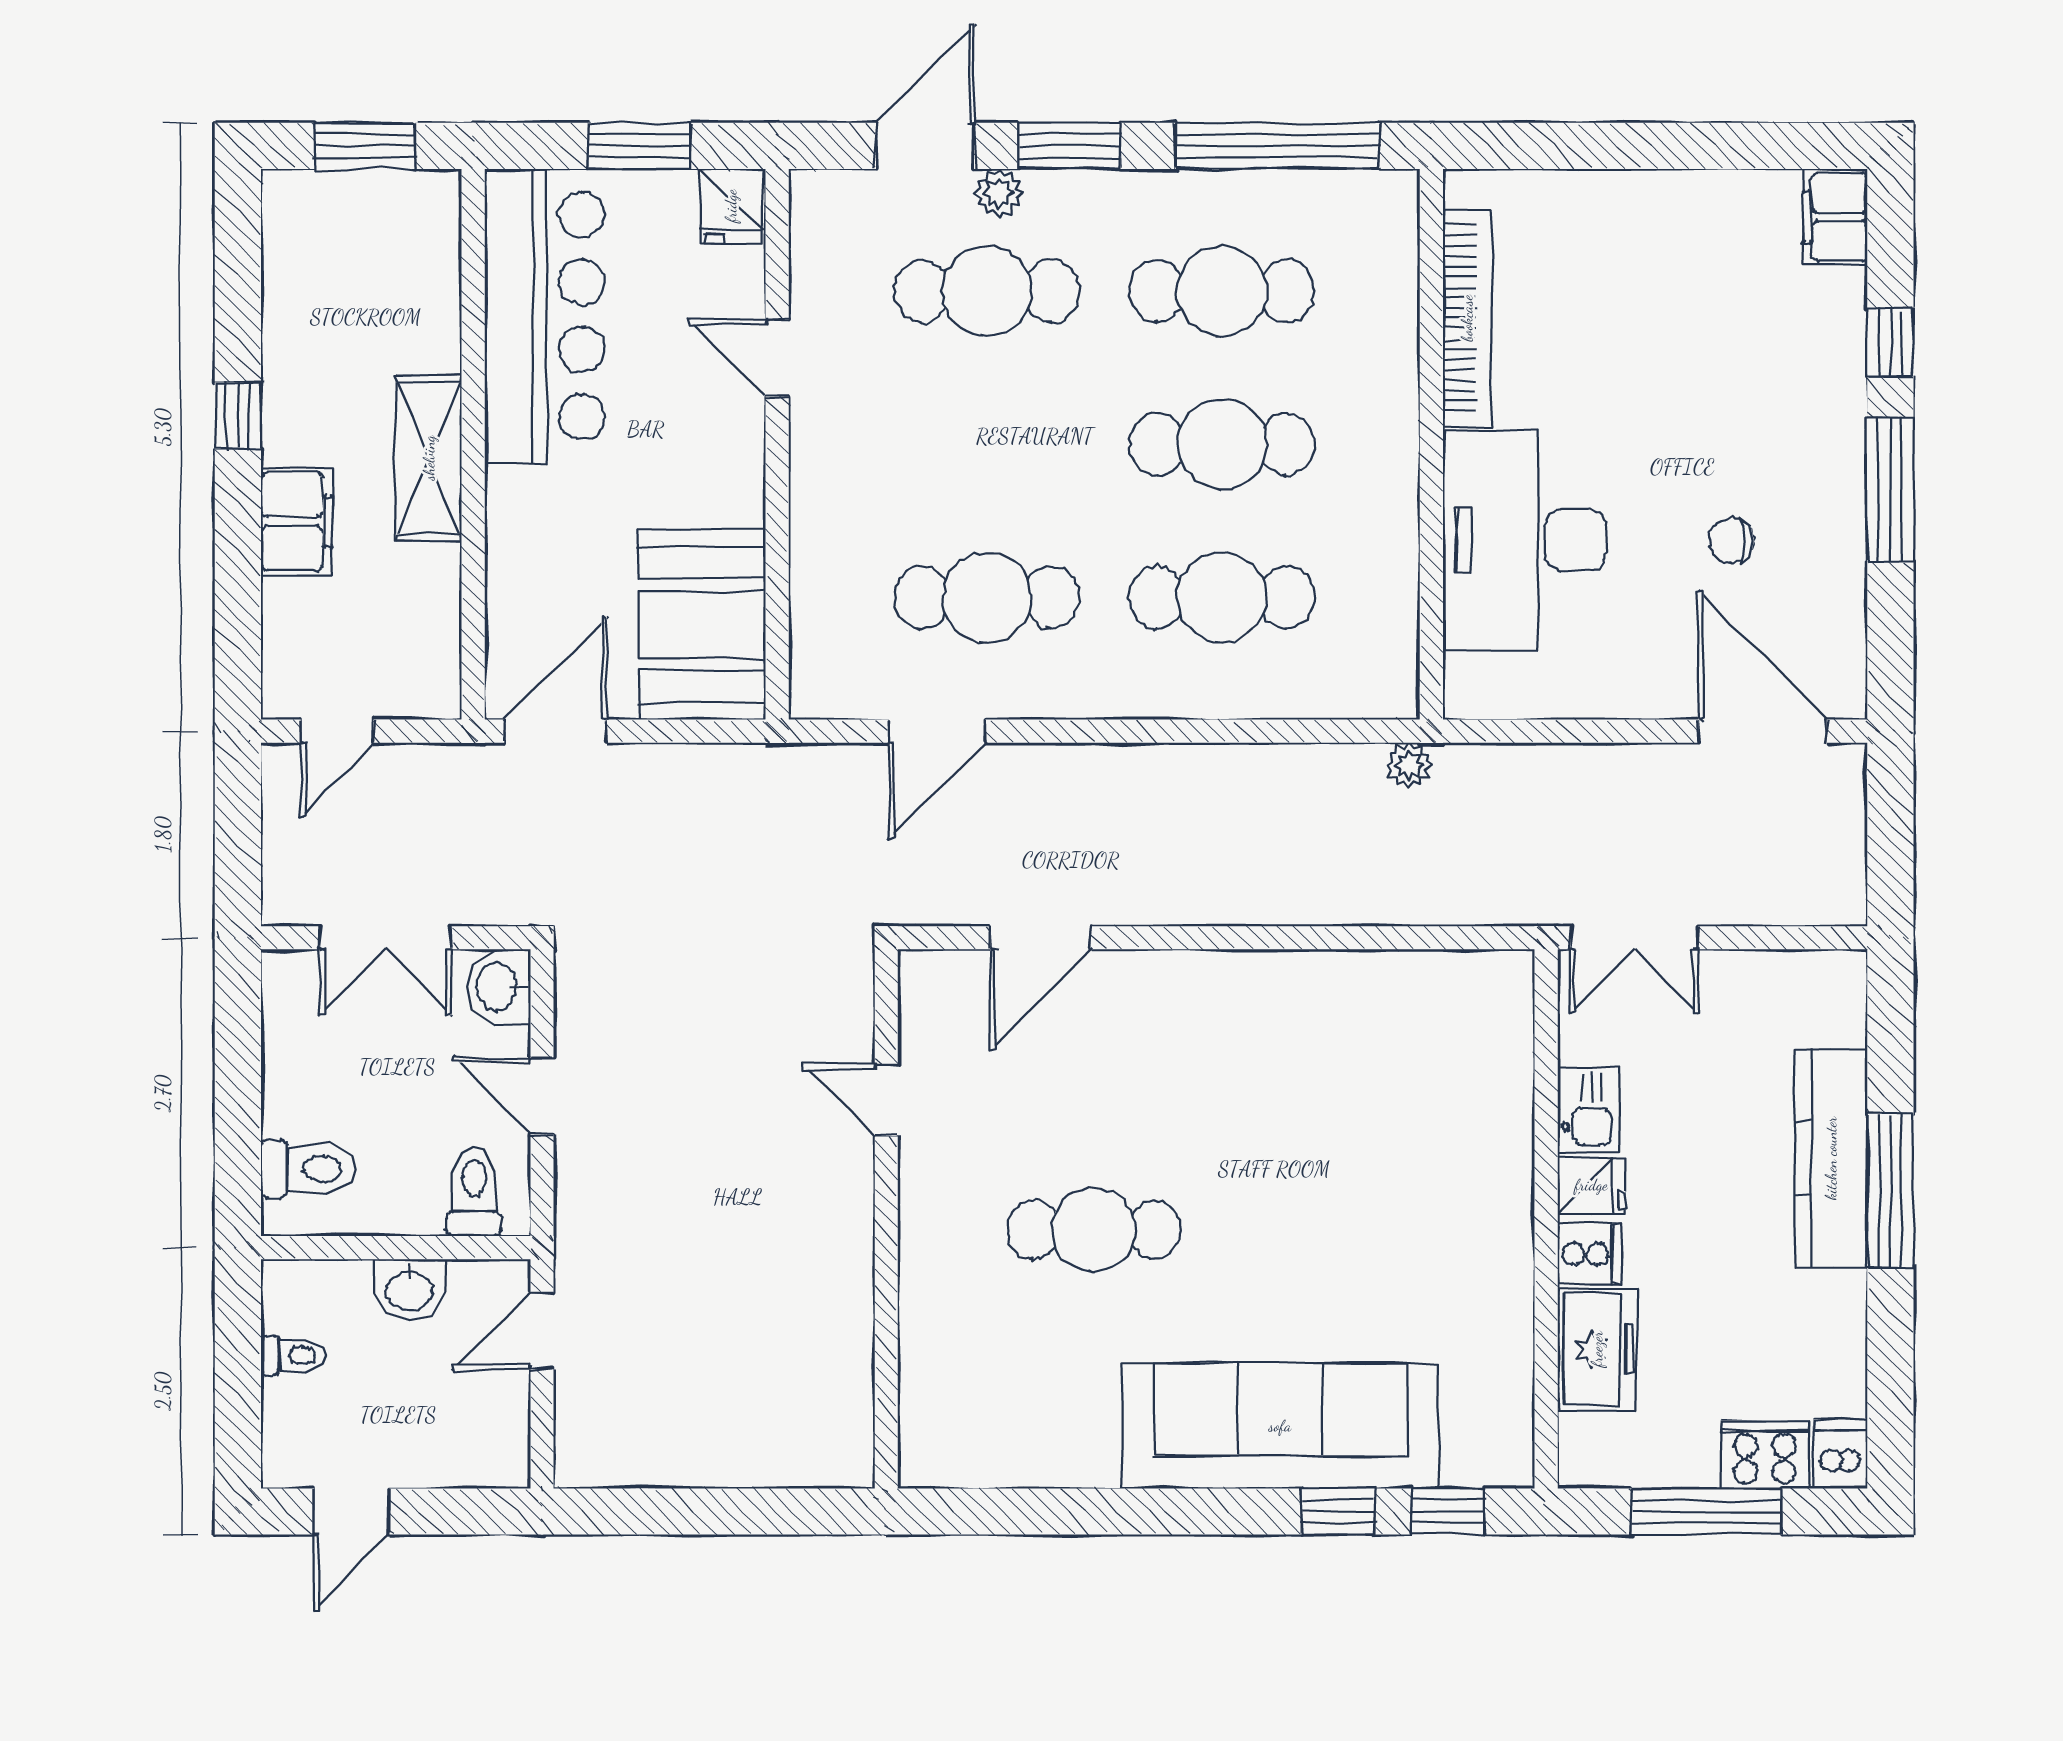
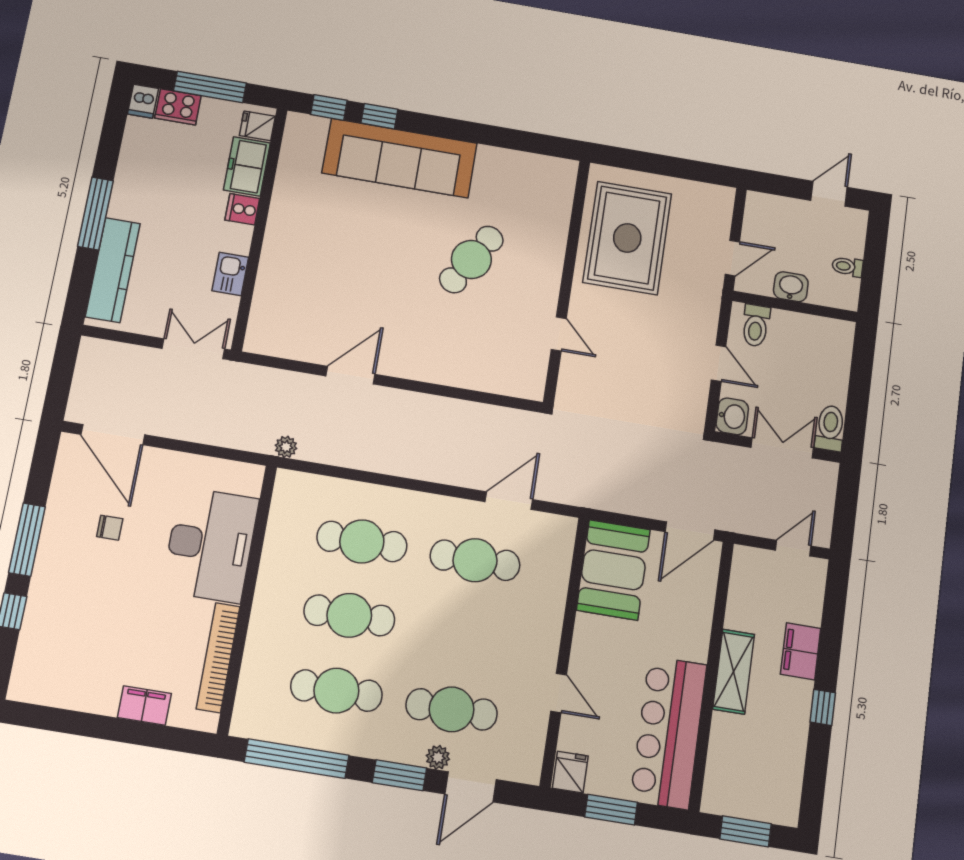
filing cabinet: (1835, 217) -> (144, 705), moved, turned -90
door: (1040, 938) -> (350, 375), moved
kitchen counter: (1831, 1158) -> (113, 270), moved
toilet: (309, 1169) -> (830, 428), moved, turned 90
fridge: (1591, 1185) -> (257, 126), moved
cafe table: (1094, 1230) -> (471, 259), turned -59
rug: (772, 1335) -> (627, 238), added

